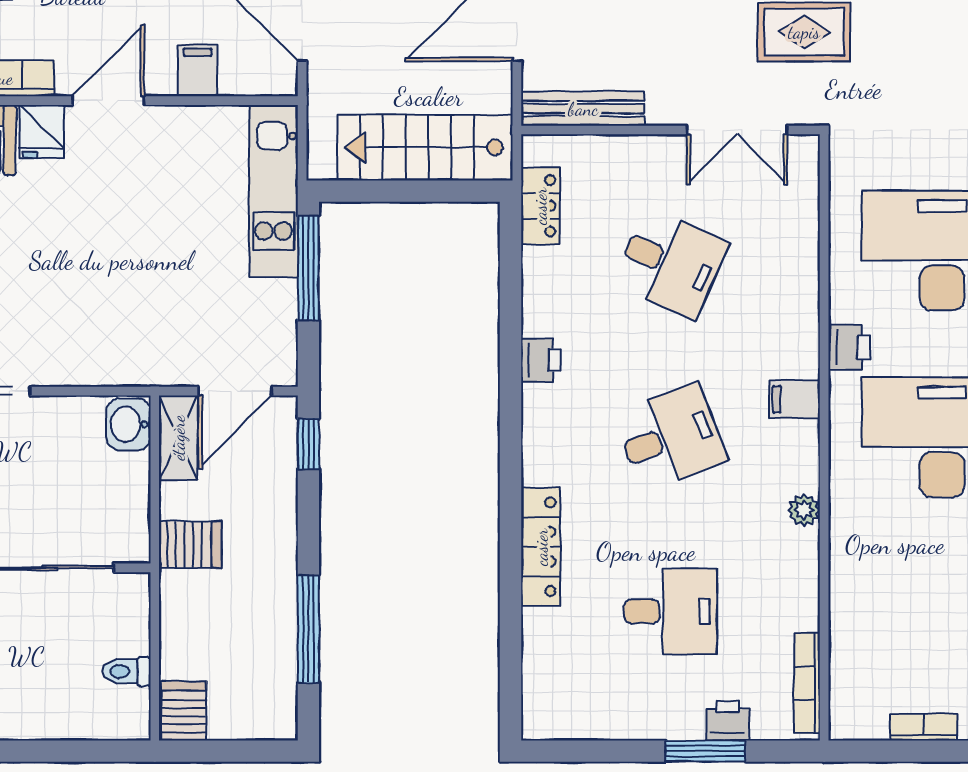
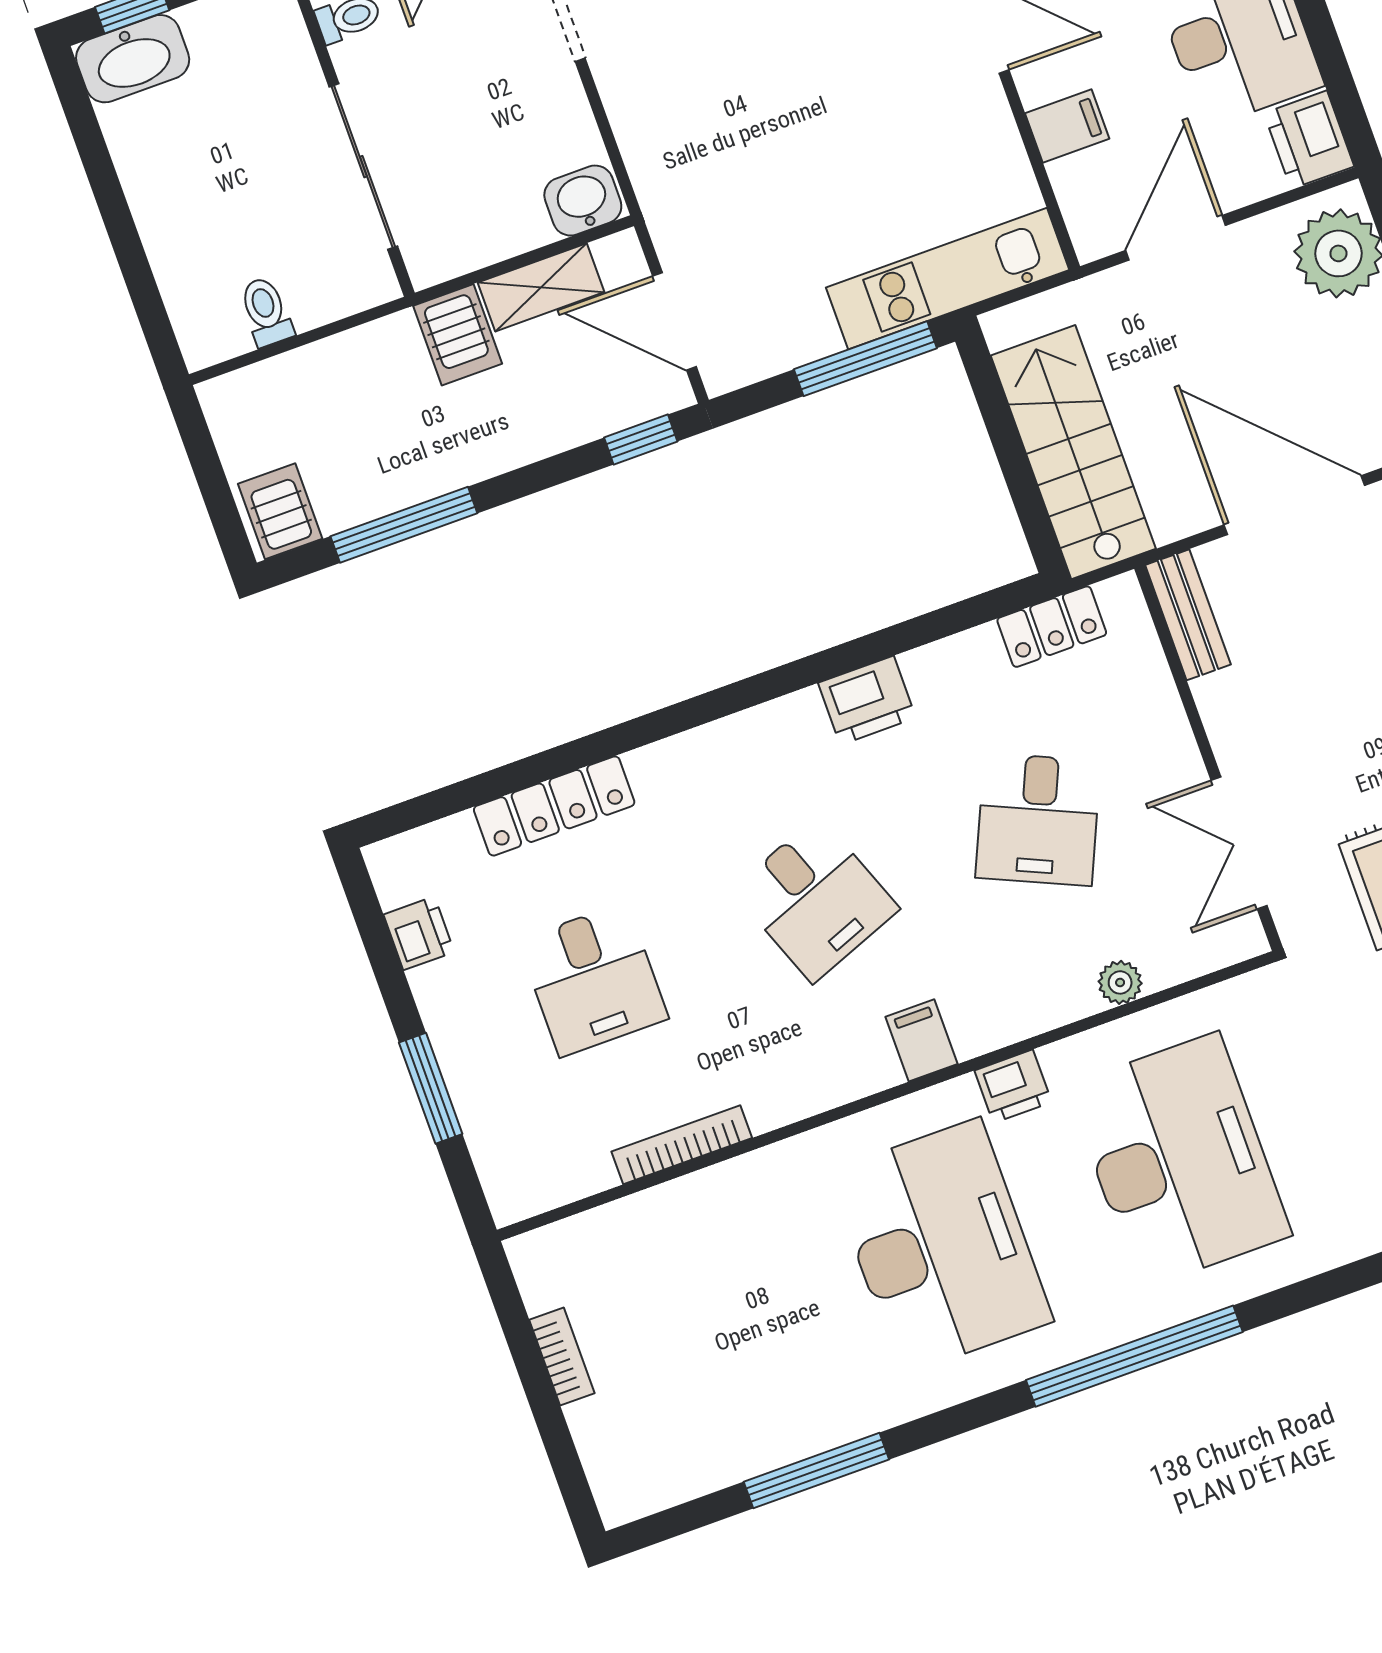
bench: (583, 109) -> (1188, 615), width x0.73
printer: (541, 360) -> (867, 700), width x1.36, depth x1.24
shelving: (178, 438) -> (541, 287), moved
plant: (804, 510) -> (1120, 982), moved
locker: (541, 547) -> (554, 806), moved
bookcase: (807, 683) -> (682, 1145), moved
server rack: (184, 711) -> (280, 511), moved, turned -90
printer: (728, 721) -> (419, 933), moved

